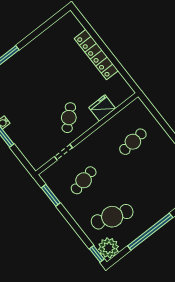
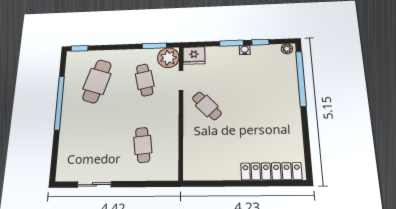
locker: (96, 55) -> (271, 171), moved
fridge: (102, 108) -> (194, 56), moved, turned 90
plant: (108, 248) -> (168, 58), moved

